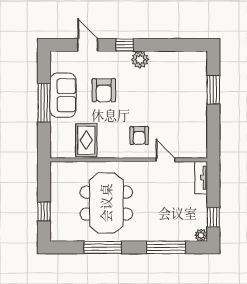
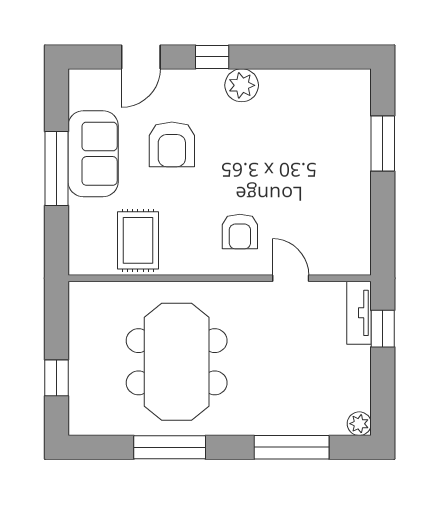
door: (88, 45) -> (141, 57), swing flipped
window: (213, 217) -> (383, 329), moved

